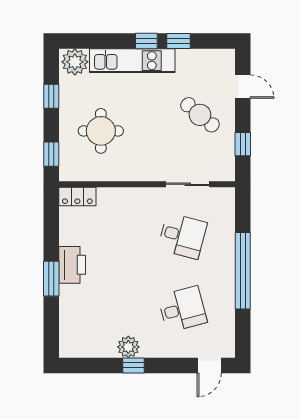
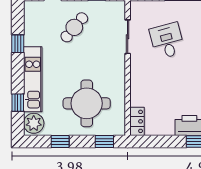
window: (146, 41) -> (18, 103), moved
round table: (101, 131) -> (87, 103), width x1.36, depth x1.36
desk: (182, 236) -> (167, 41), turned -30

